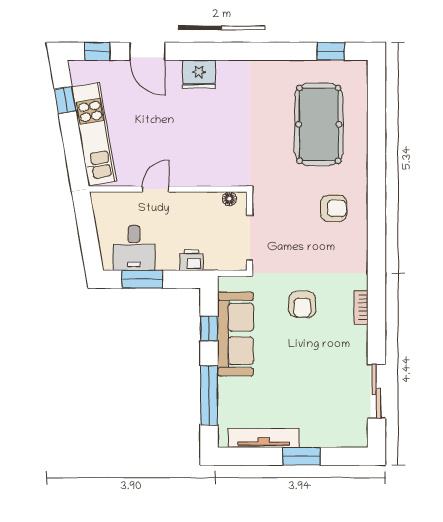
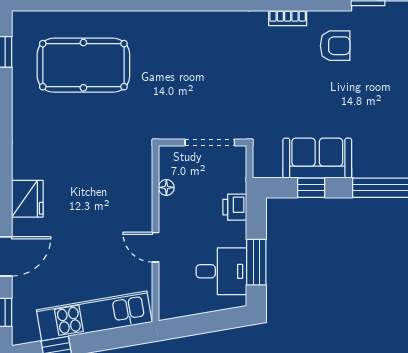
floor lamp: (229, 199) -> (166, 187), moved
armchair: (334, 208) -> (177, 49), removed
armchair: (302, 304) -> (335, 46), moved
sofa: (235, 334) -> (317, 158), width x0.73

